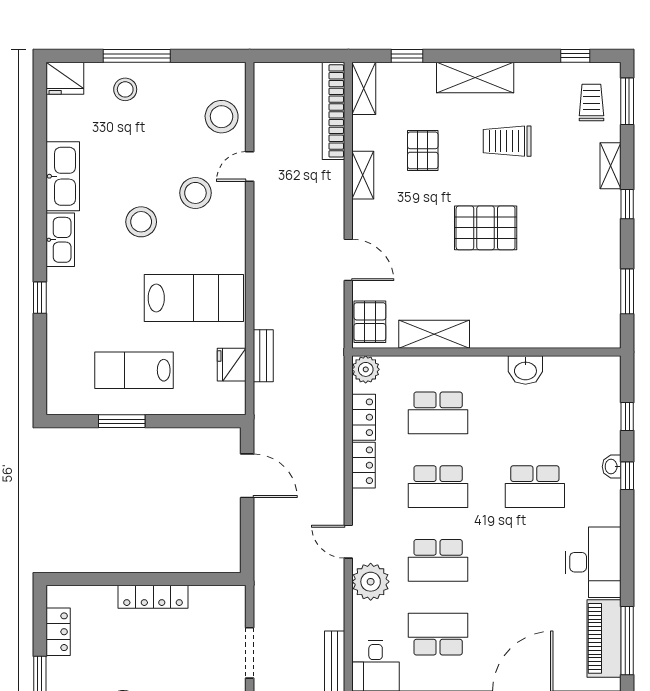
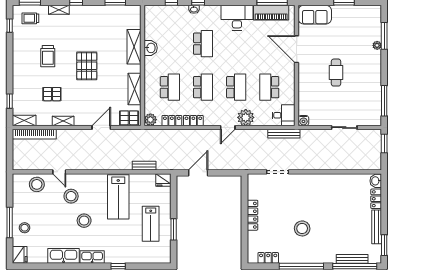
shelving: (475, 78) -> (134, 47), moved
lab bench: (194, 298) -> (118, 197), turned 180
fridge: (232, 365) -> (163, 180), moved

